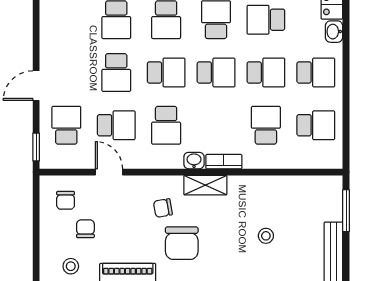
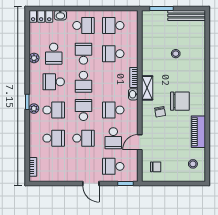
school desk: (216, 72) -> (83, 82), turned 180
school desk: (316, 72) -> (83, 25), turned 90
school desk: (116, 125) -> (113, 138), turned 180
school desk: (166, 125) -> (113, 110), turned 180
school desk: (316, 125) -> (113, 25), turned -90
chair: (85, 229) -> (172, 156), removed

